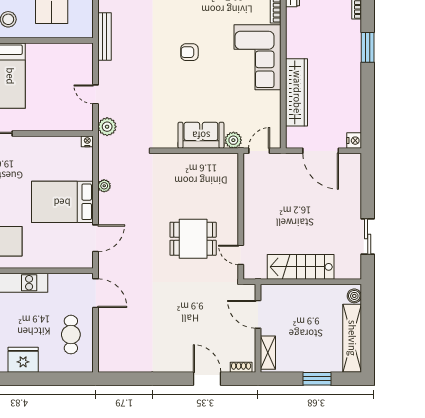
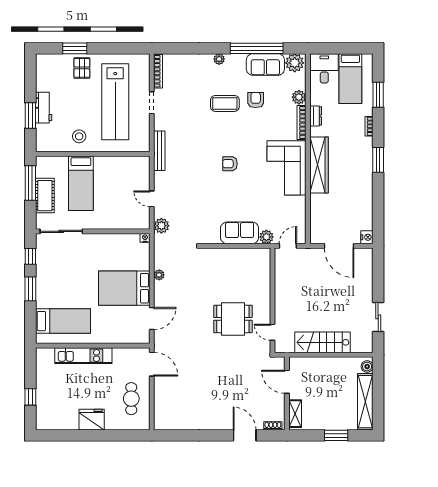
wardrobe: (297, 92) -> (319, 165), moved

